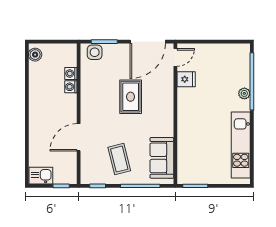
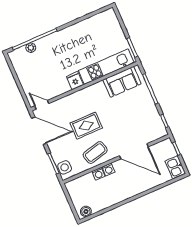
washing machine: (71, 73) -> (108, 169), moved
fridge: (186, 79) -> (75, 81), moved
plant: (244, 93) -> (31, 48), moved
door: (79, 137) -> (134, 151), width x1.36
kitchen unit: (241, 145) -> (106, 67), moved, turned 180
coffee table: (119, 159) -> (95, 152), moved

